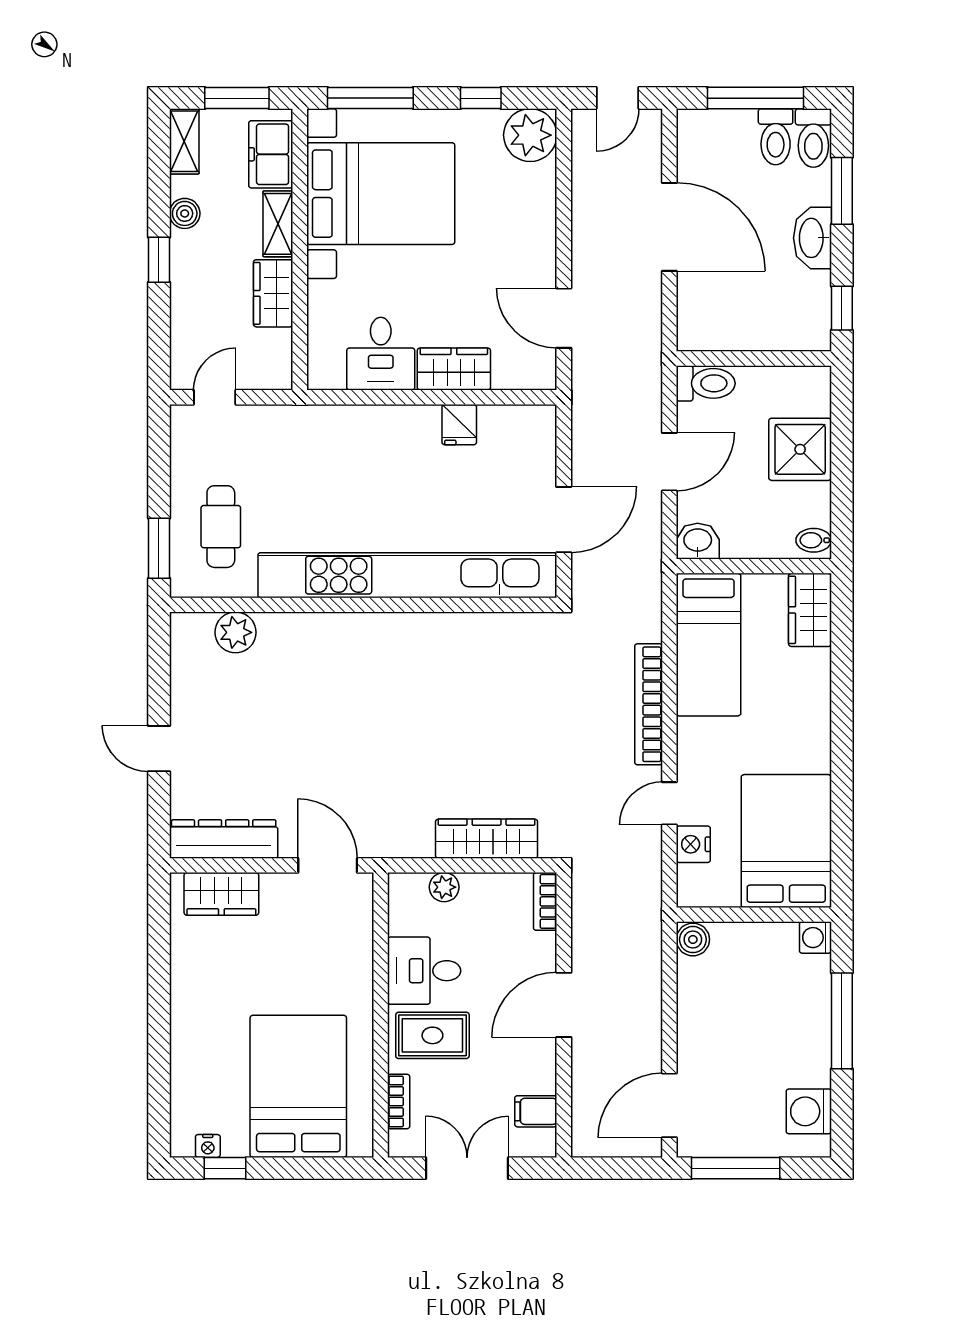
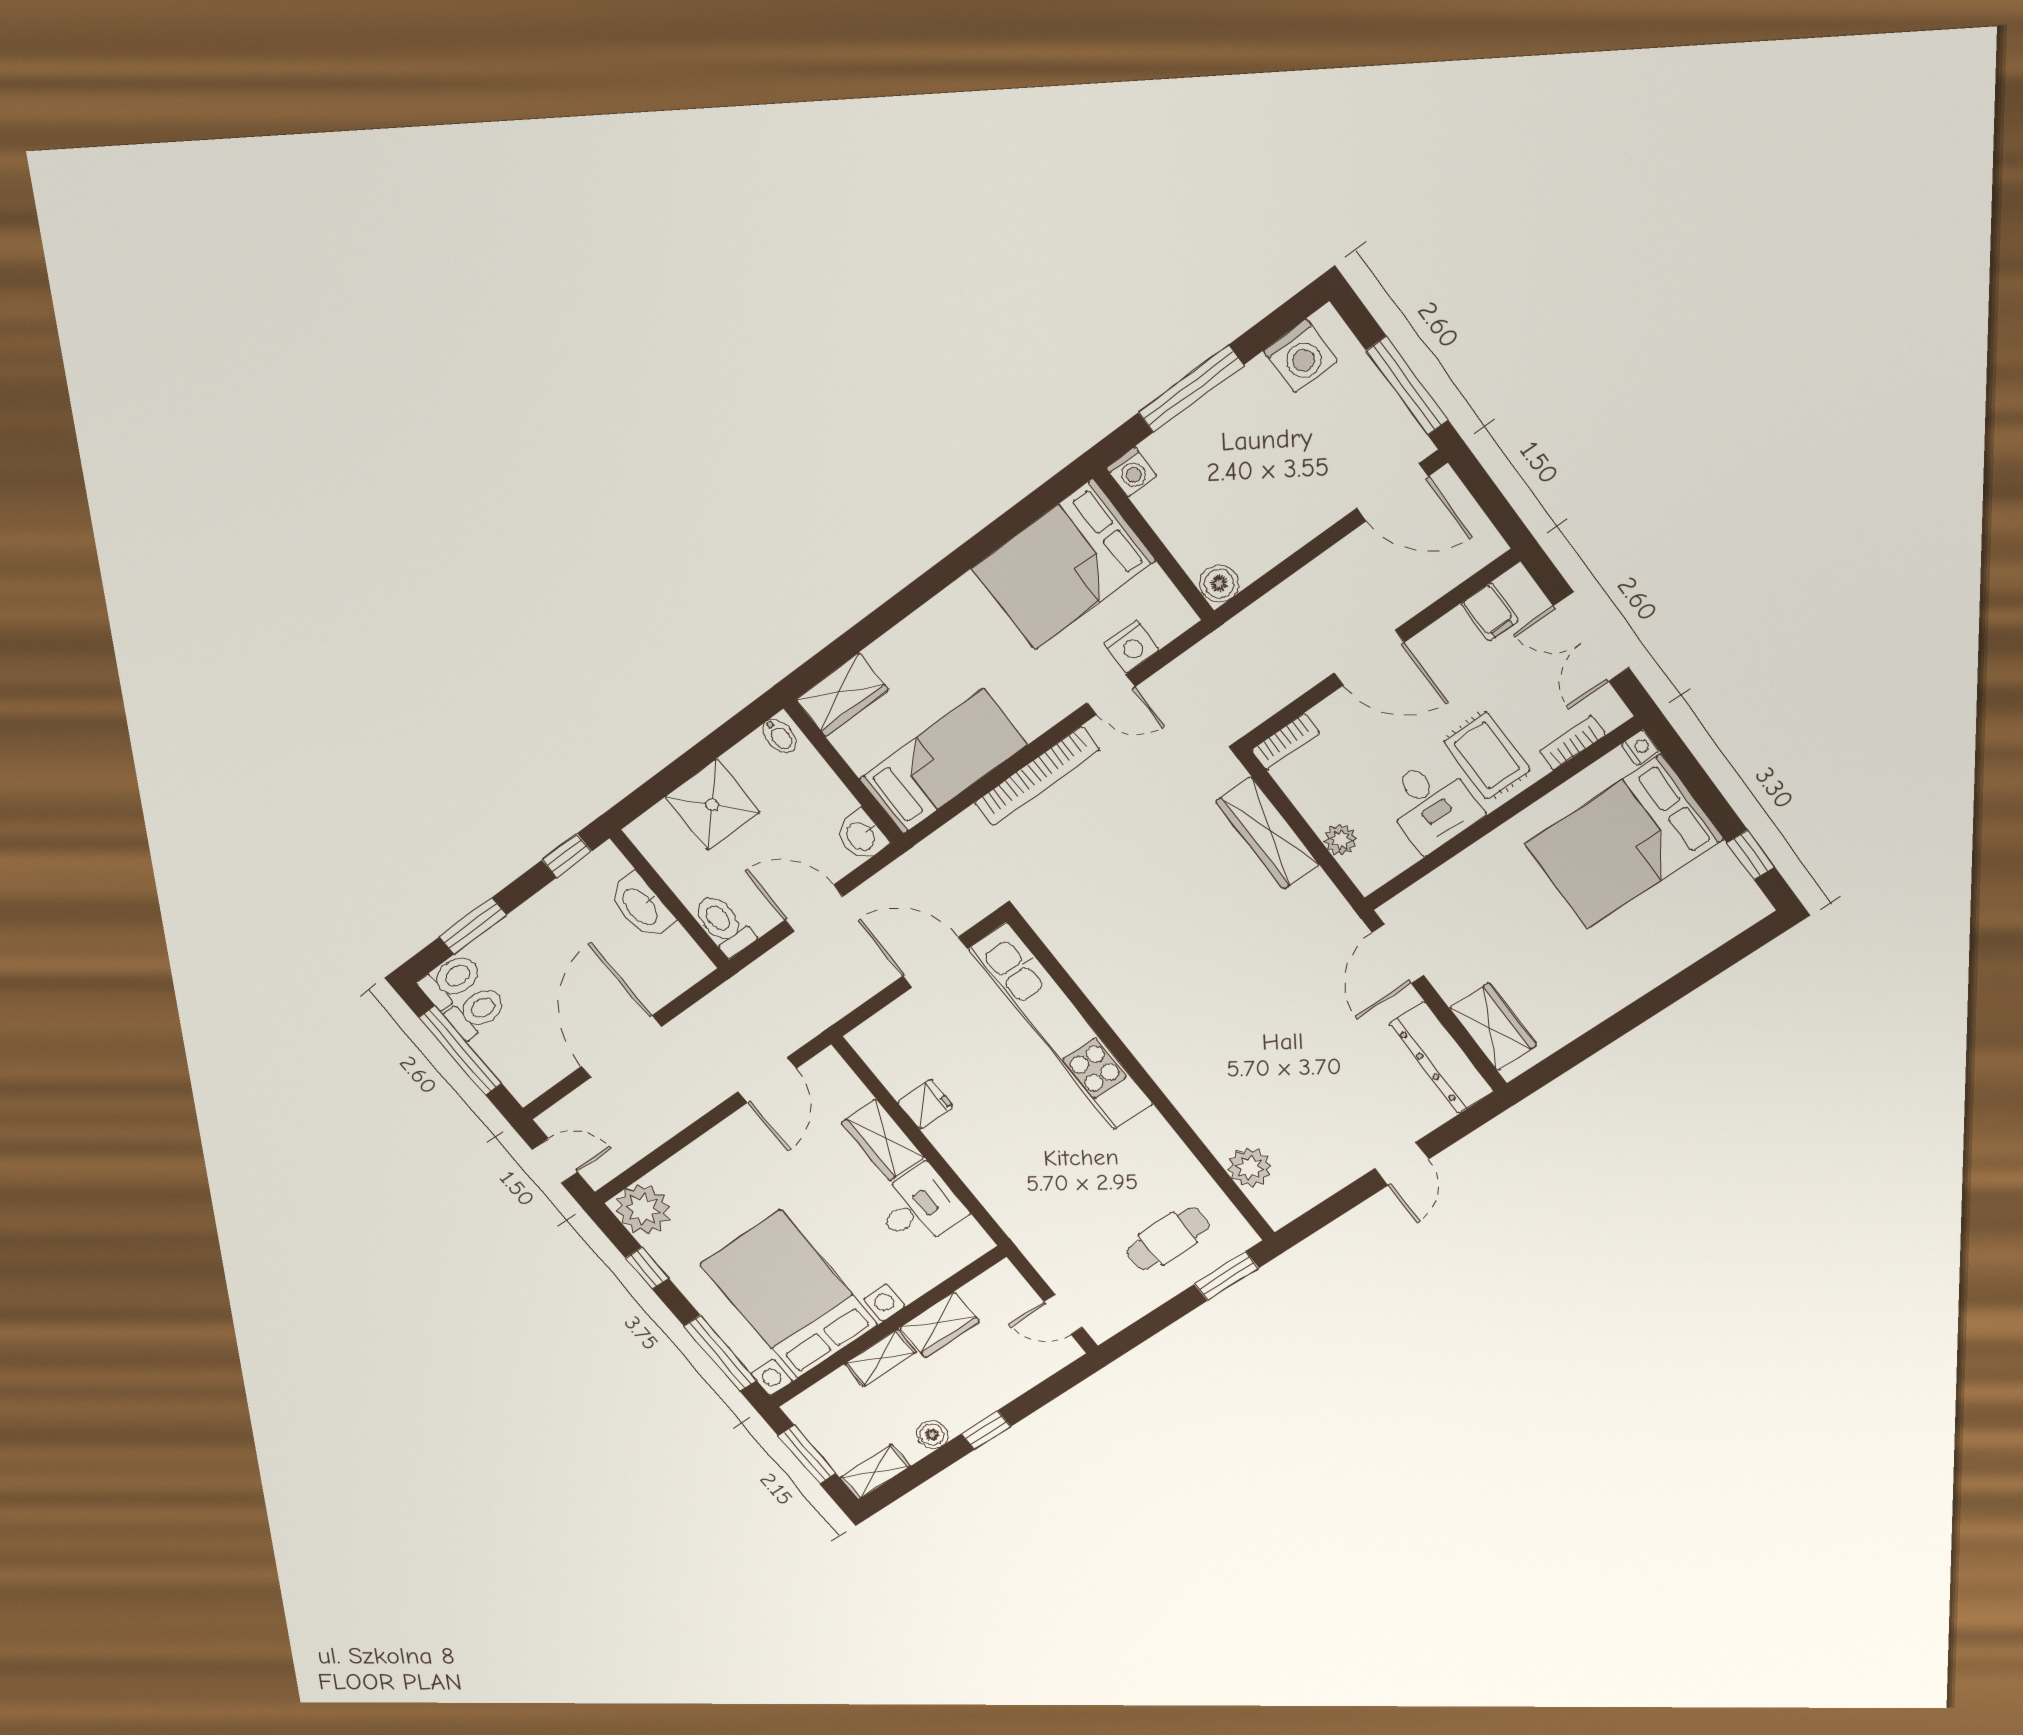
freezer: (271, 154) -> (829, 1400), removed
washbasin: (812, 238) -> (641, 906), moved, turned 90
kitchen unit: (407, 575) -> (1061, 1027), width x0.73
nightstand: (208, 1146) -> (1640, 747), moved

